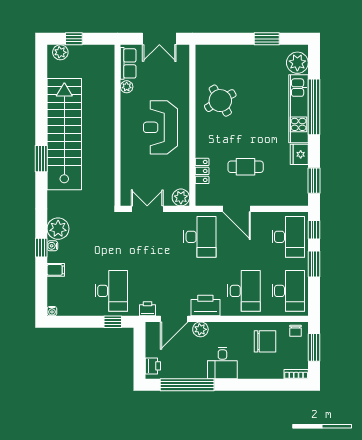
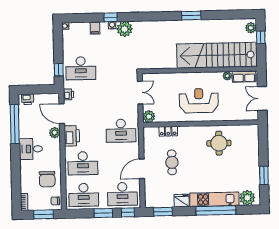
round table: (220, 101) -> (219, 143), turned 30
stairs: (64, 134) -> (217, 55), moved, turned 180
window: (41, 159) -> (191, 16), moved
door: (237, 209) -> (142, 169), moved

